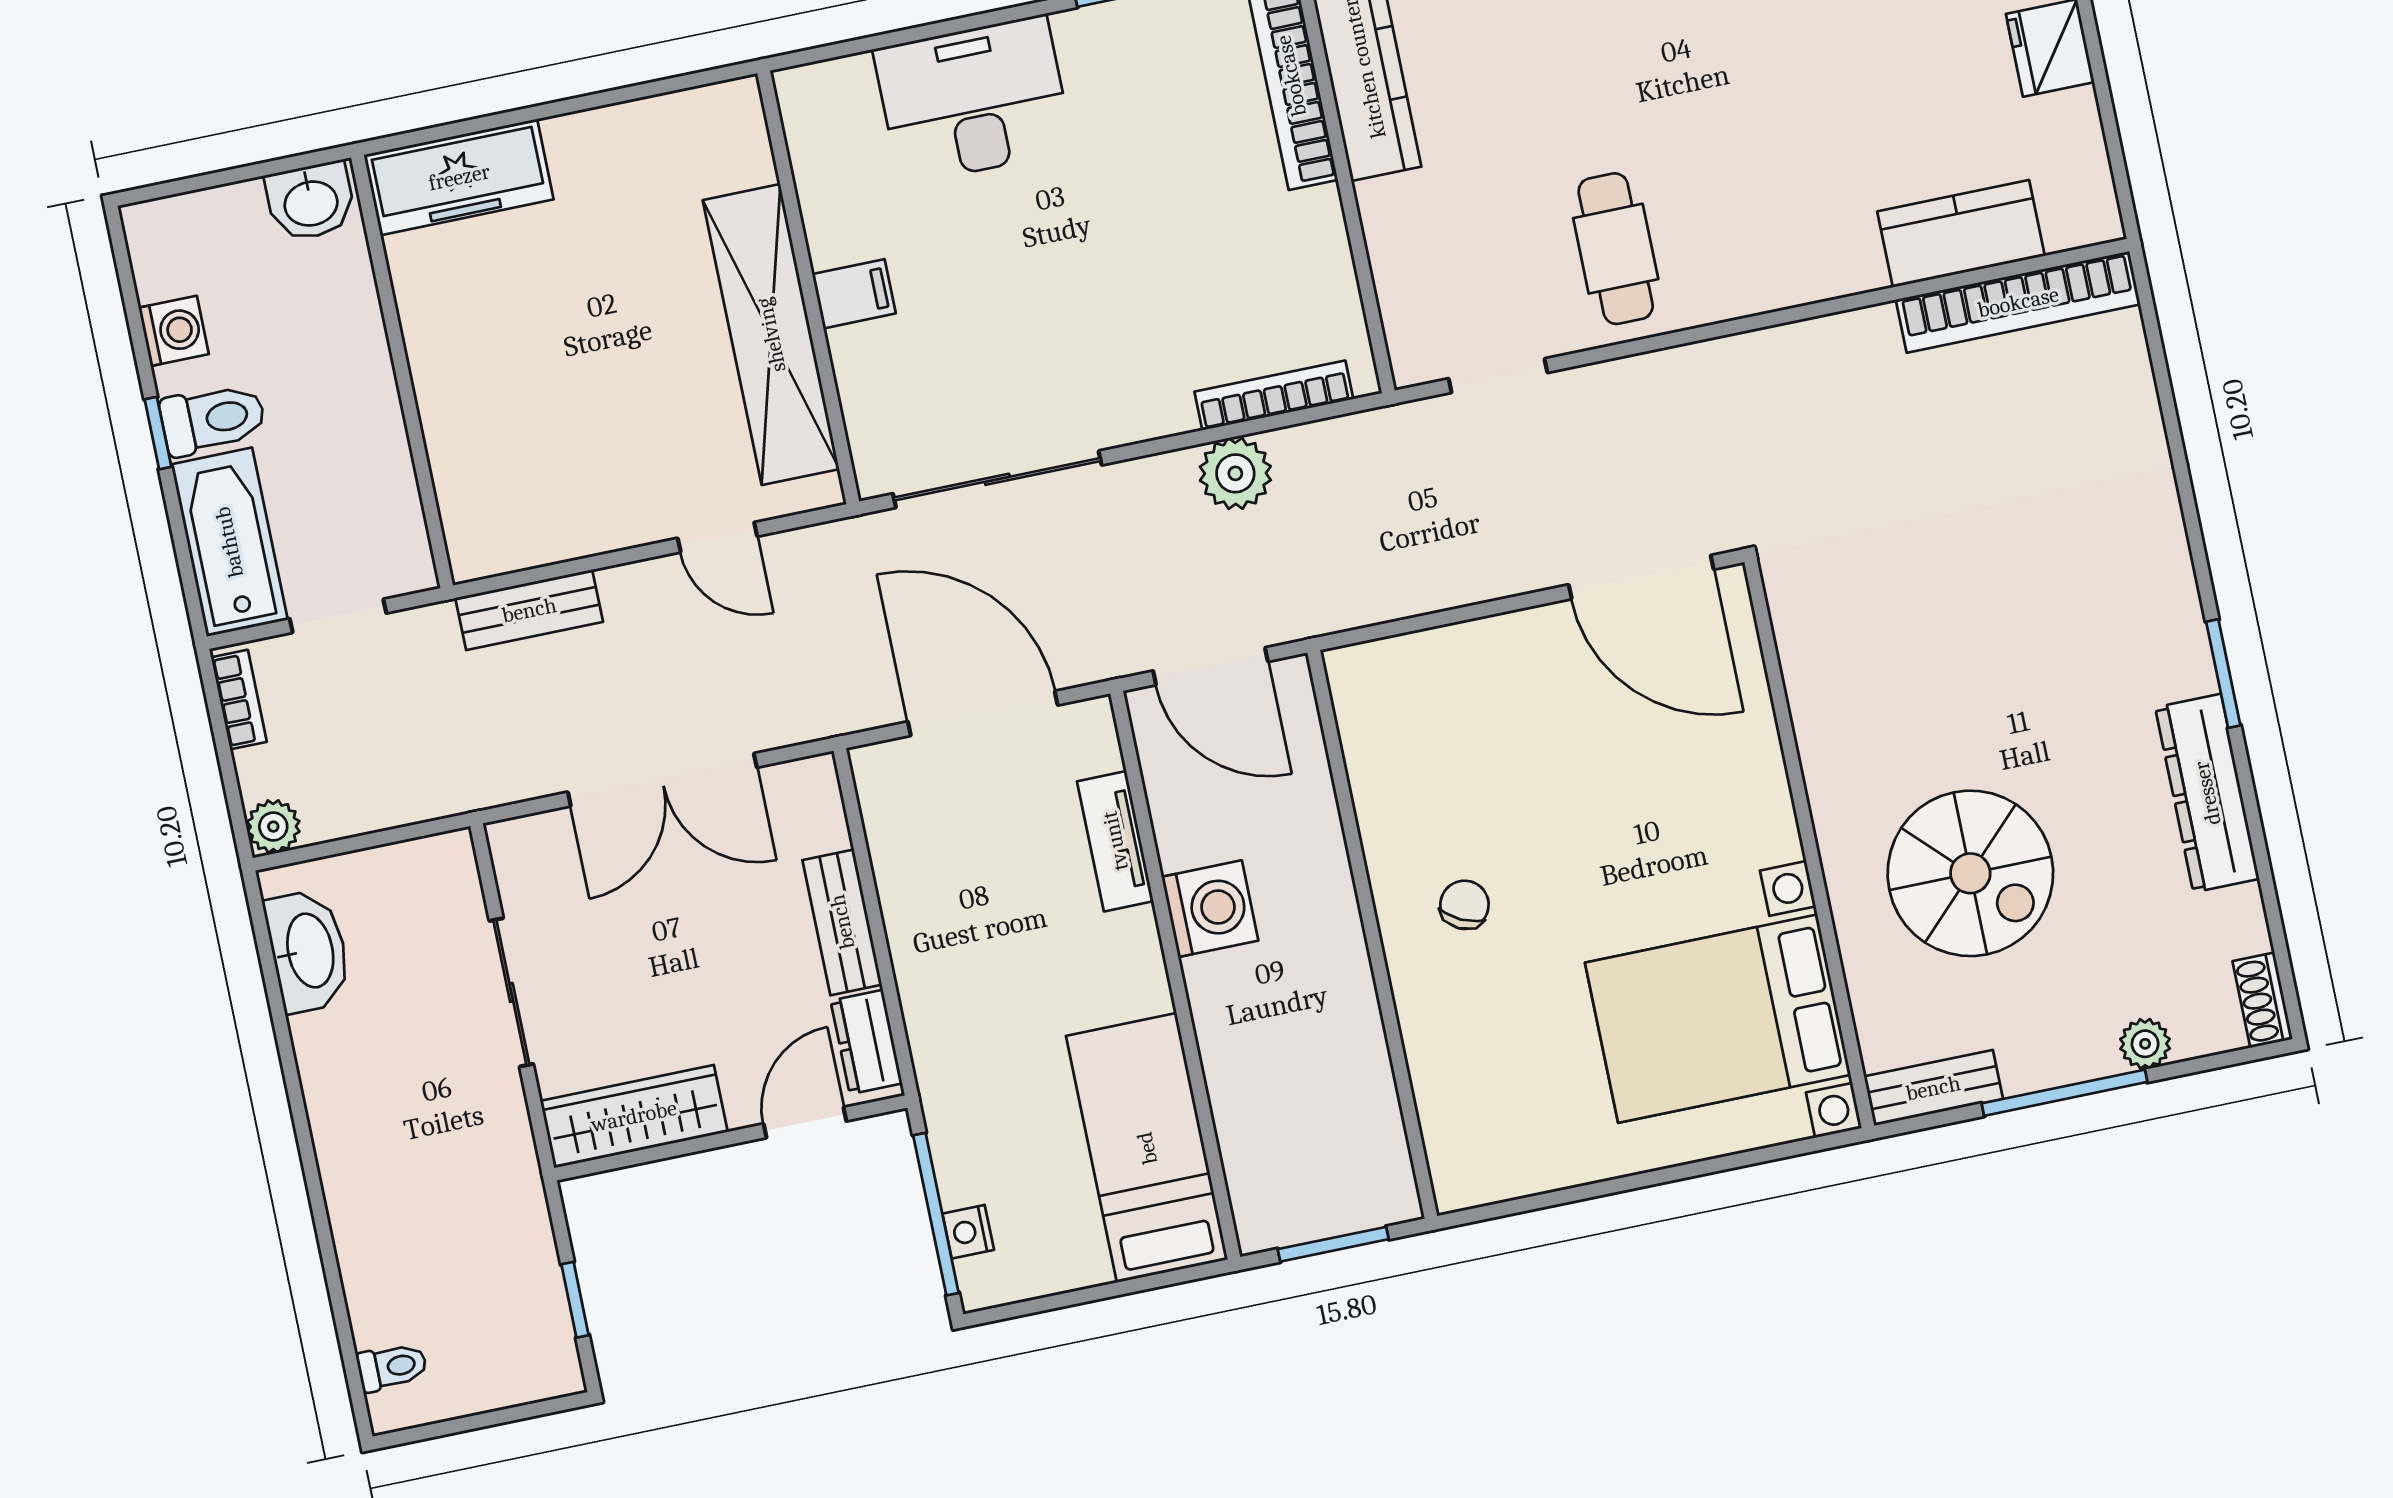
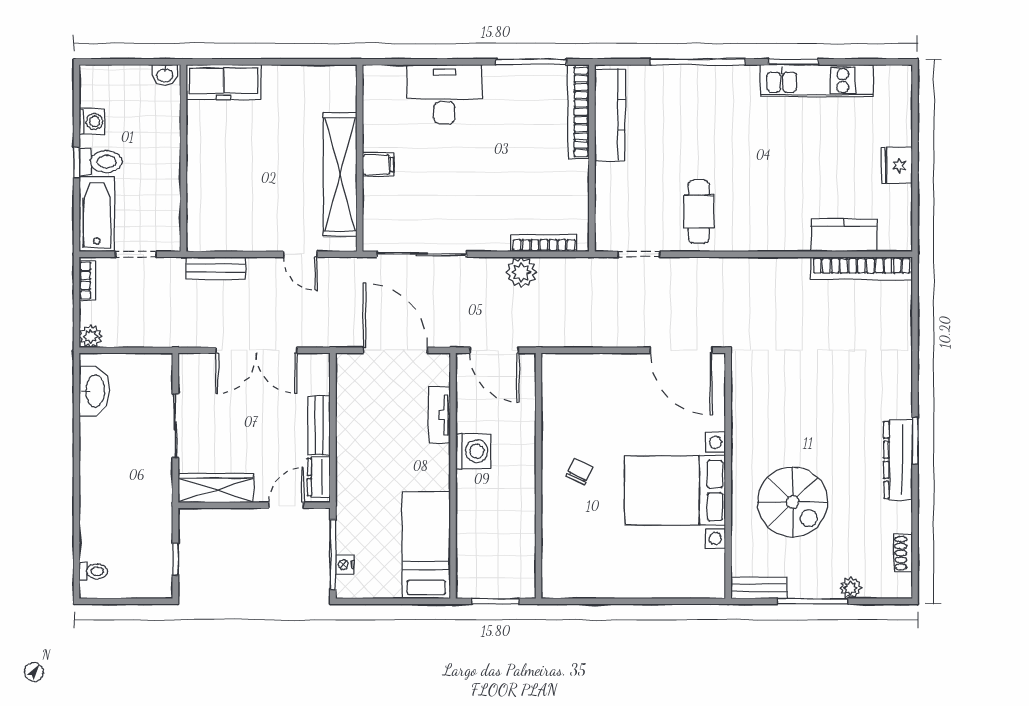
washbasin: (311, 201) -> (165, 75), width x0.72, depth x0.69
dresser: (2207, 793) -> (898, 460), moved
shoe rack: (2263, 1000) -> (903, 553), moved
bed with nightstands: (1718, 1019) -> (675, 490), moved

